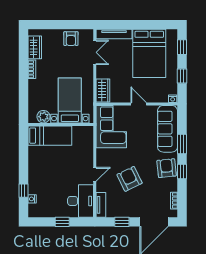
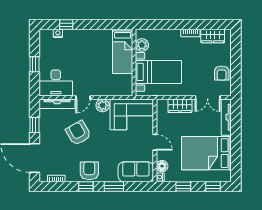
armchair: (71, 39) -> (222, 73), turned -90
wardrobe: (103, 90) -> (180, 106), moved
floor lamp: (162, 97) -> (162, 166), added
door: (139, 104) -> (155, 142), hinge flipped
sofa: (168, 129) -> (136, 172), width x0.73
plant: (103, 155) -> (103, 105), added
armchair: (167, 168) -> (89, 171), turned -84
door: (95, 174) -> (83, 97), hinge flipped
armchair: (130, 179) -> (78, 133), turned -94
tv unit: (101, 205) -> (57, 104), width x1.41

